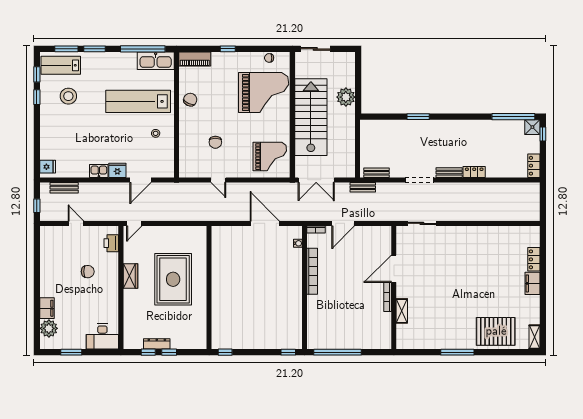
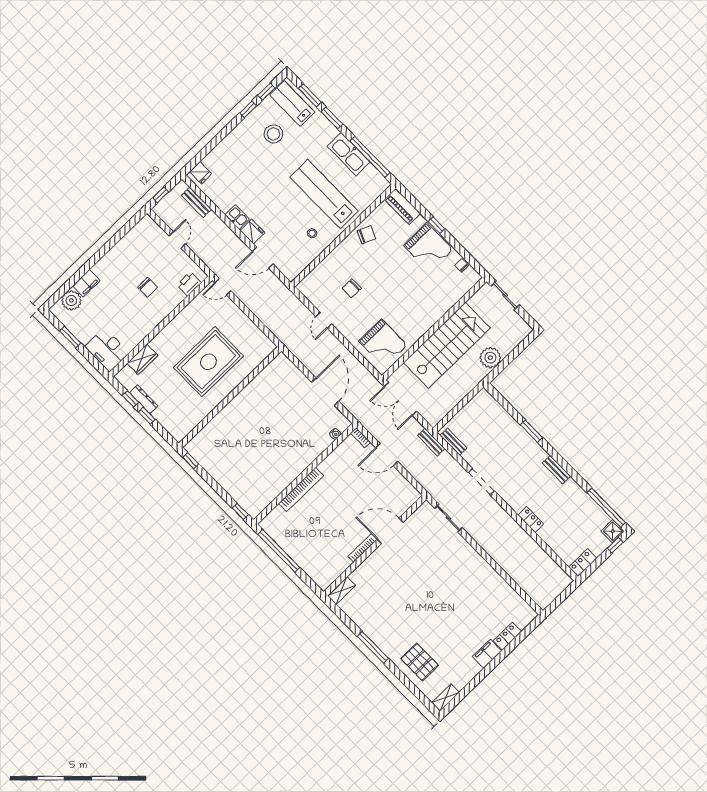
kitchen sink: (156, 61) -> (349, 154), moved
grand piano: (264, 92) -> (428, 247), moved, width x0.73, depth x0.68
bench: (449, 173) -> (556, 470), moved
bookcase: (312, 271) -> (301, 489), moved
wardrobe: (130, 276) -> (142, 359), moved
shelving: (402, 311) -> (342, 591), moved
pallet: (496, 331) -> (420, 662), width x0.73, depth x0.71

